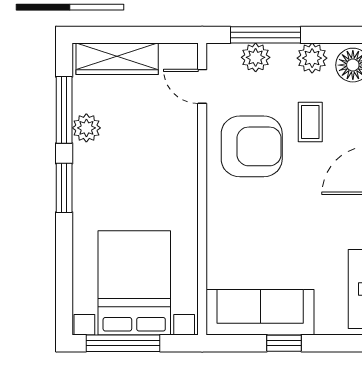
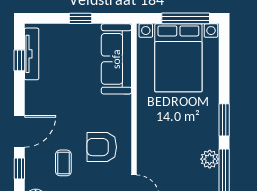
armchair: (252, 146) -> (102, 147), width x0.73, depth x0.73
sofa: (260, 312) -> (116, 59), moved, turned 90

